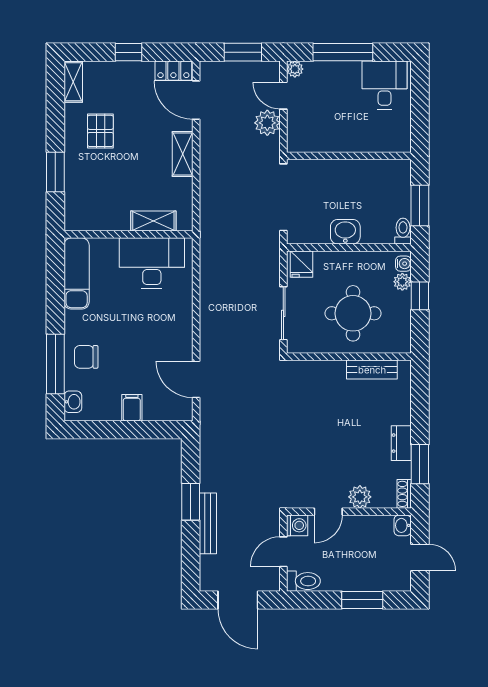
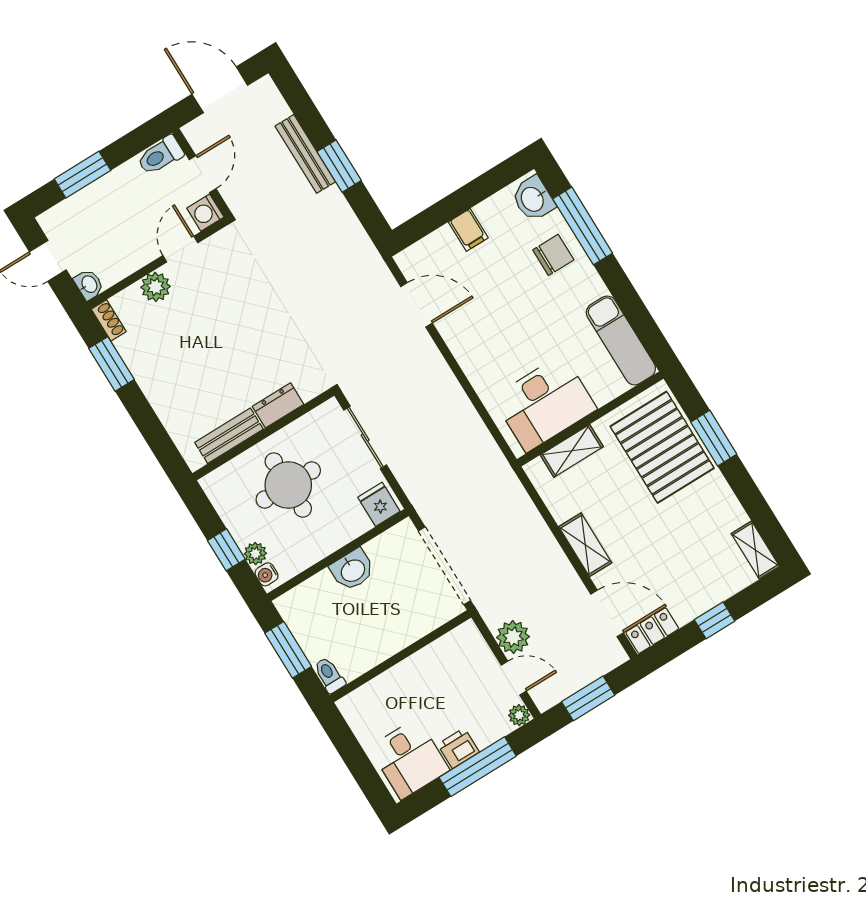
printer: (348, 72) -> (458, 748), added
pallet: (100, 131) -> (662, 447), moved, width x2.05, depth x2.00
toilet: (403, 231) -> (329, 675), moved, turned 180
washbasin: (73, 402) -> (533, 199), width x1.38, depth x1.45
dresser: (401, 443) -> (278, 405), moved, turned -90

